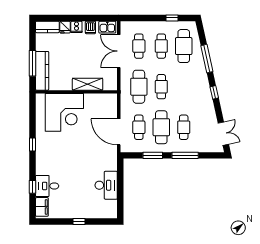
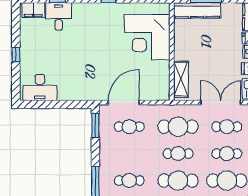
shelving: (88, 84) -> (181, 79), moved
cafe table: (161, 127) -> (178, 181), moved
window: (153, 155) -> (95, 125), moved
desk: (106, 185) -> (40, 87), moved

